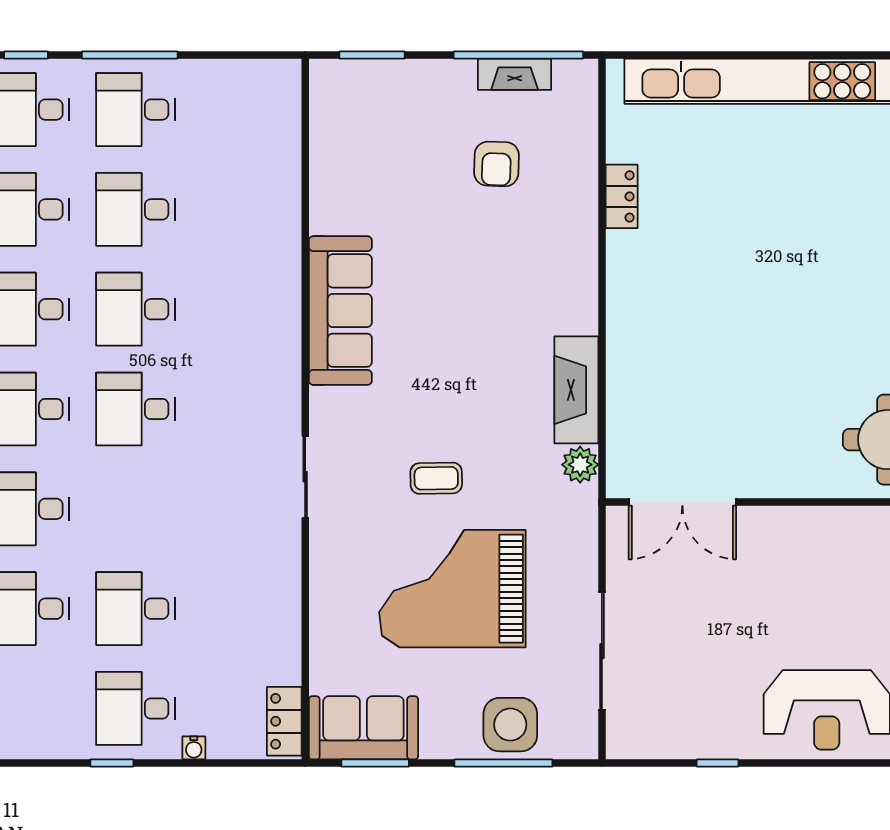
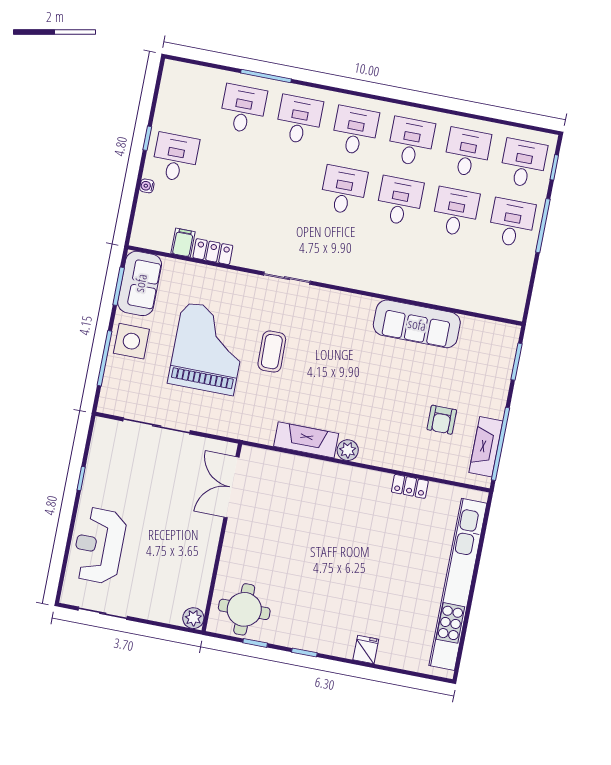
fireplace: (515, 74) -> (486, 447), width x1.37, depth x1.32
armchair: (496, 164) -> (442, 420), turned -92
sofa: (340, 311) -> (417, 324), moved
plant: (580, 465) -> (348, 450), moved
coffee table: (436, 478) -> (272, 352), width x1.36, depth x1.30
desk: (135, 609) -> (231, 168), removed
filing cabinet: (279, 667) -> (183, 243), added
locker: (284, 721) -> (213, 252), moved
side table: (510, 725) -> (131, 341), moved

